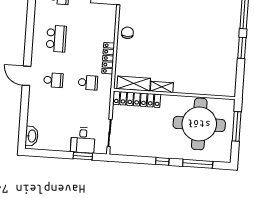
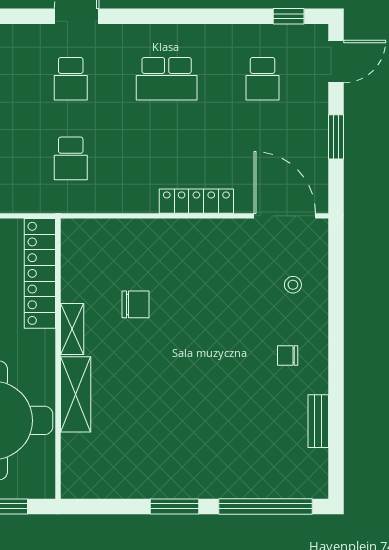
chair: (127, 33) -> (136, 304), moved
locker: (108, 58) -> (196, 201), moved
shelving: (134, 84) -> (76, 394), moved

